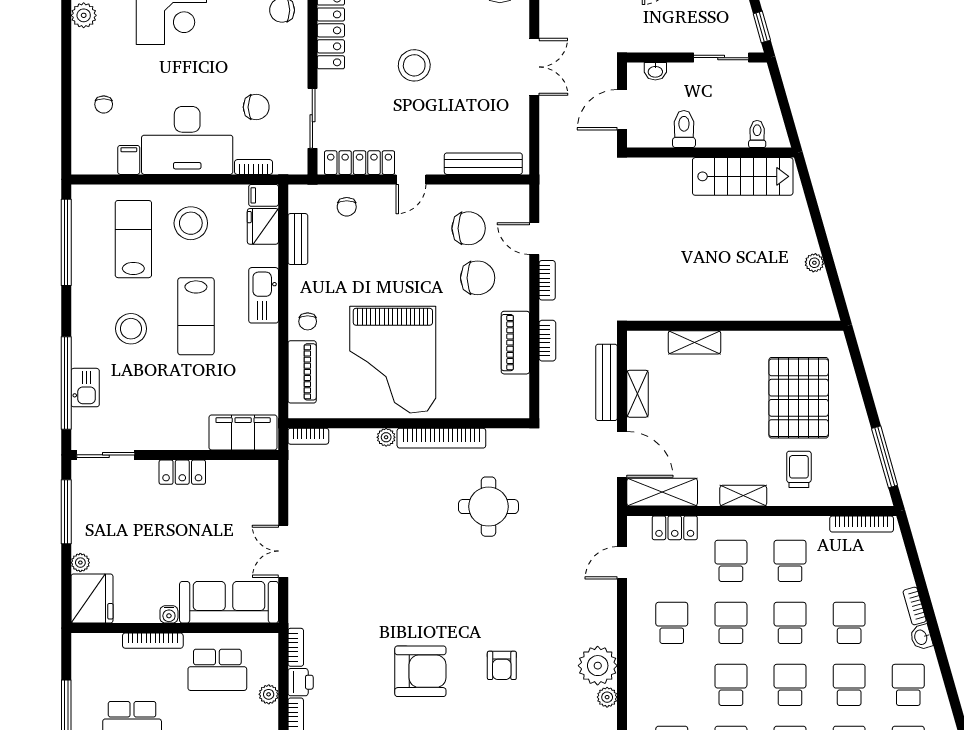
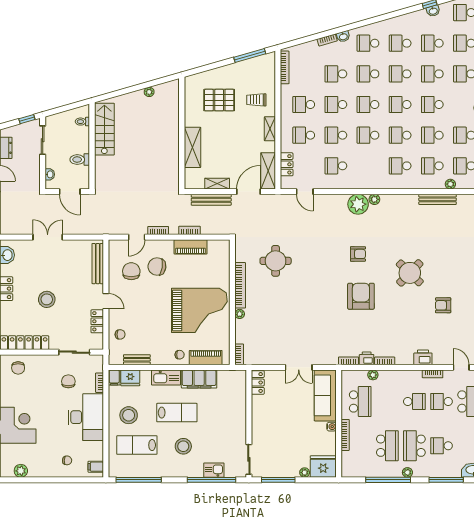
filing cabinet: (129, 160) -> (96, 467), moved
locker: (360, 163) -> (97, 321), width x0.66
chair: (478, 278) -> (157, 267), turned -81
shelving: (694, 342) -> (192, 147), width x1.50, depth x1.33
pallet: (799, 398) -> (219, 100), width x0.73, depth x0.71
filing cabinet: (243, 432) -> (199, 379), moved, turned -90
locker: (182, 472) -> (258, 382), moved

